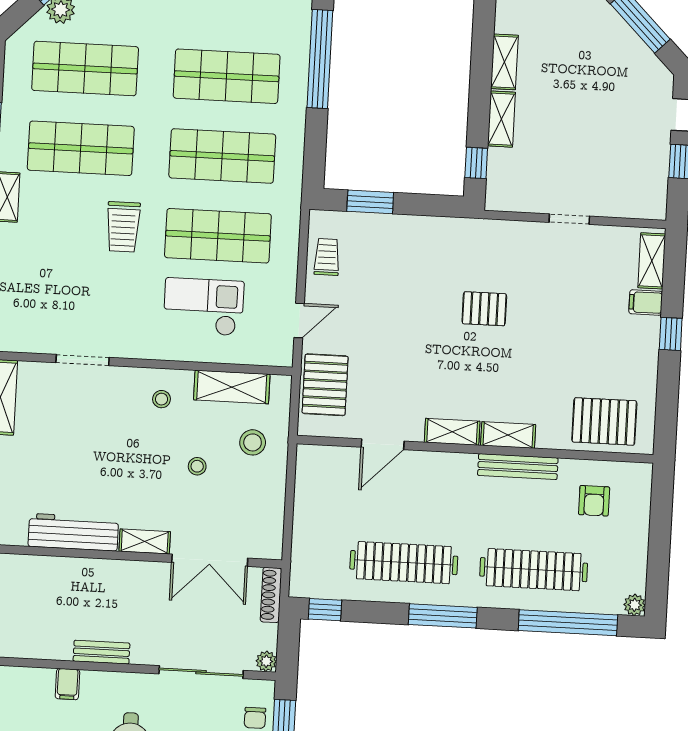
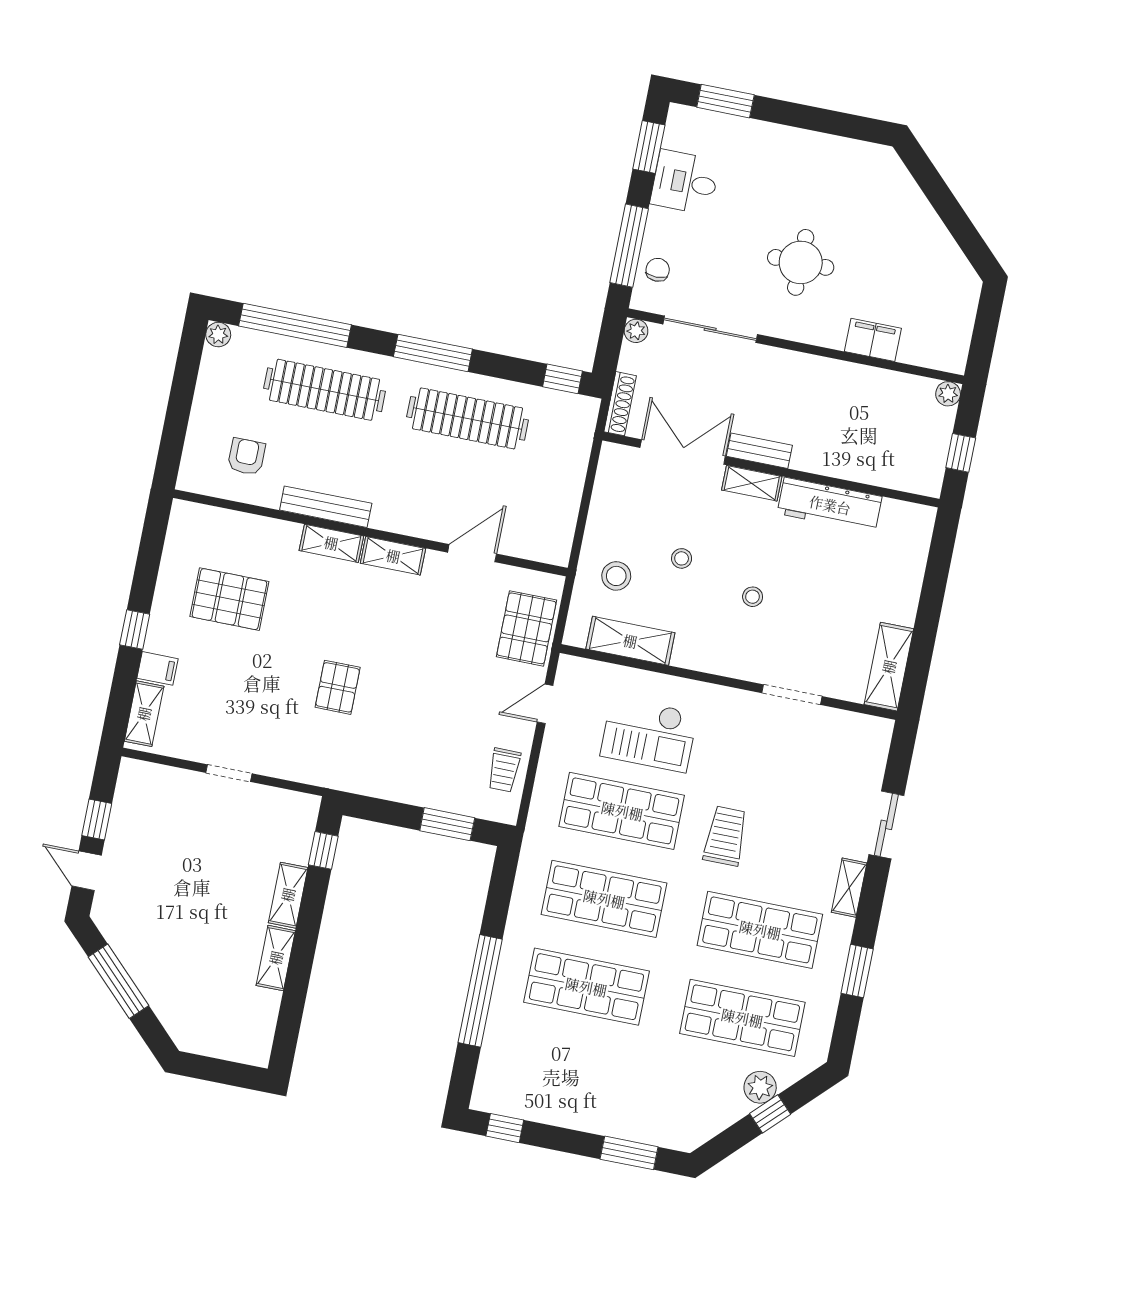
pallet: (484, 309) -> (338, 687), turned 90
stool: (162, 399) -> (753, 597), moved
pallet: (604, 421) -> (229, 599), moved
bench: (101, 652) -> (759, 451), moved
filing cabinet: (67, 684) -> (873, 340), width x2.00

